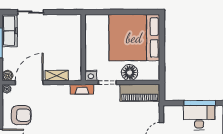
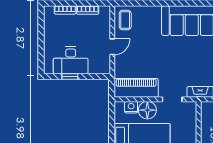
nightstand: (91, 75) -> (131, 107), moved
window: (200, 103) -> (70, 76), width x0.46

